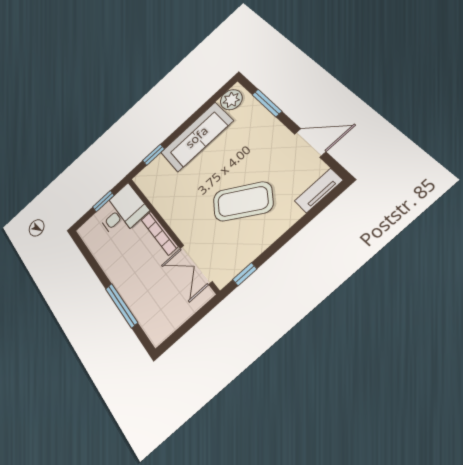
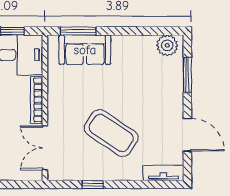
sofa: (197, 137) -> (85, 50), moved, width x0.73
window: (153, 155) -> (78, 31), width x1.50
window: (245, 274) -> (93, 184), moved

